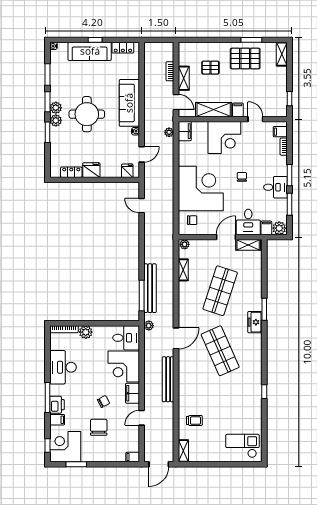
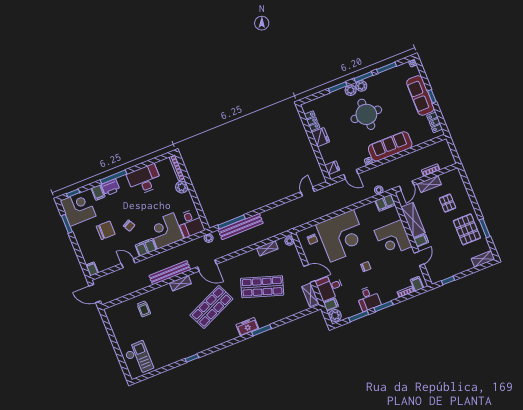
shelving: (183, 451) -> (180, 283), moved

